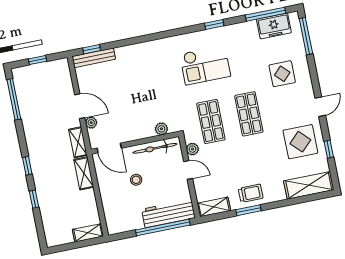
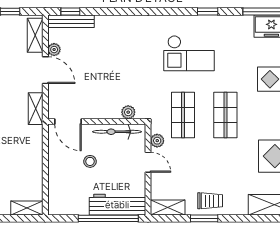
plant: (91, 123) -> (54, 50), moved
shelving: (84, 173) -> (35, 35), moved

